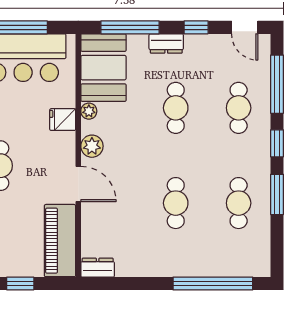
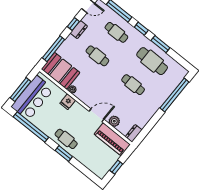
dresser: (166, 44) -> (79, 30), moved
plant: (92, 146) -> (114, 121), moved
cafe table: (239, 203) -> (152, 61), width x1.37, depth x1.35

